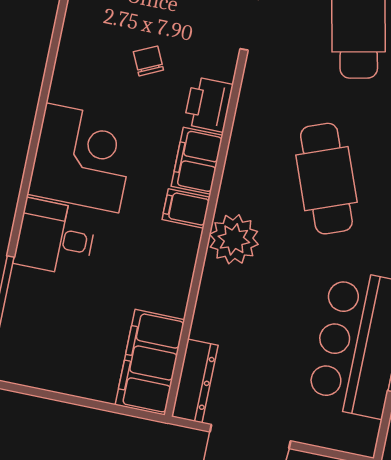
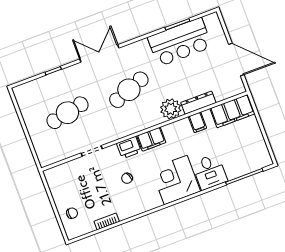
filing cabinet: (186, 208) -> (197, 122), moved
dresser: (195, 381) -> (198, 103), moved

